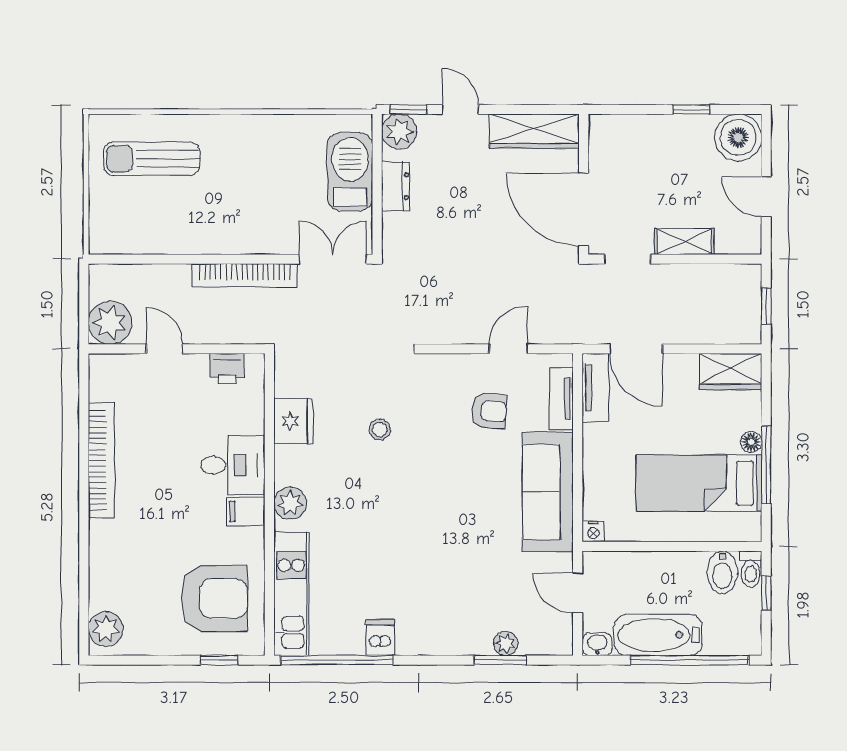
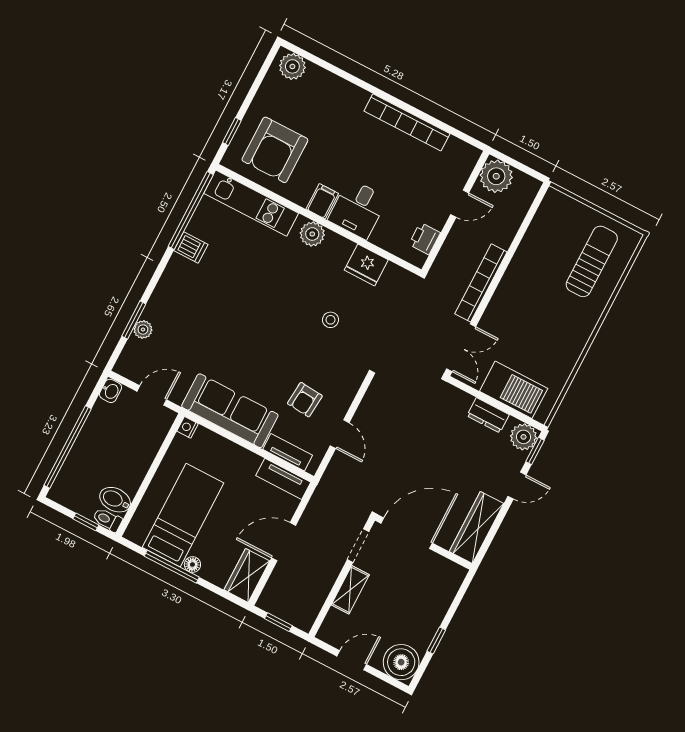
door: (636, 349) -> (284, 542), moved
bathtub: (658, 635) -> (96, 435), removed

